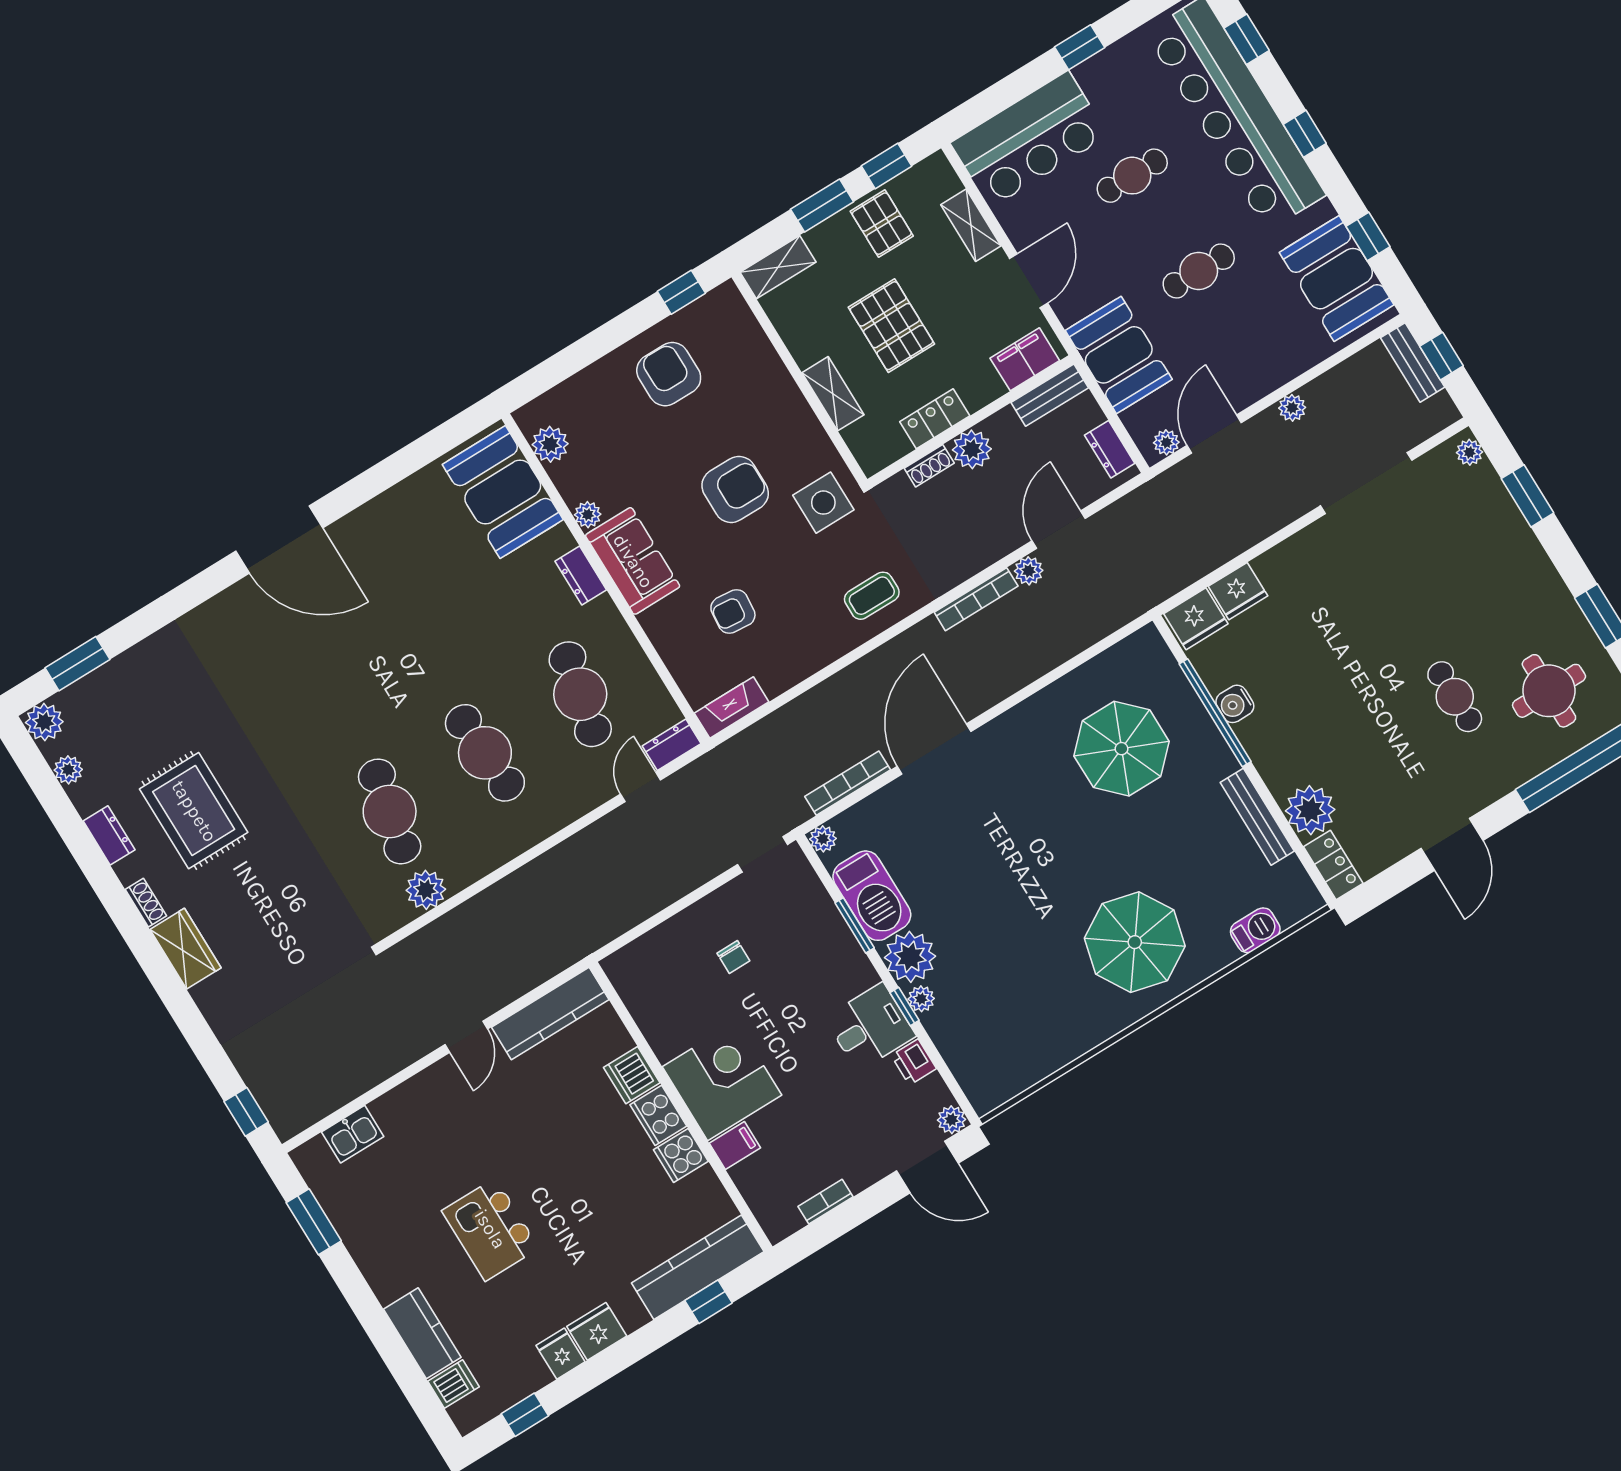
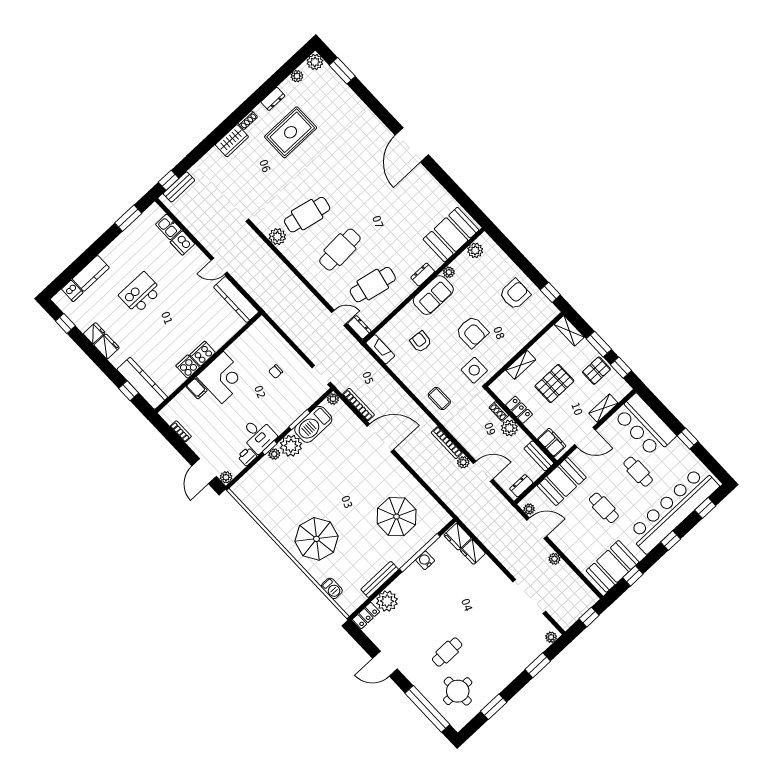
bench: (1413, 362) -> (179, 187), moved
dishwasher: (632, 1075) -> (182, 243), moved, turned -90

